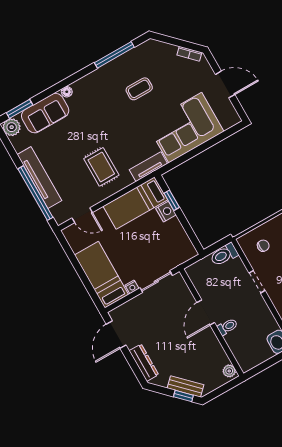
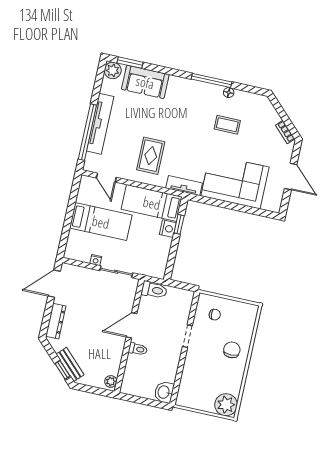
window: (114, 55) -> (212, 81), moved
floor lamp: (67, 92) -> (229, 93), moved
toilet: (224, 255) -> (154, 290), moved, turned 180
bed: (102, 275) -> (101, 222), moved, turned 90

